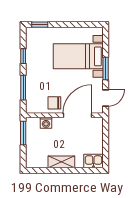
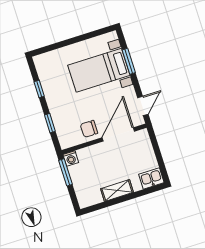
window: (40, 25) -> (46, 49), removed
window: (106, 68) -> (129, 61), moved
window: (23, 88) -> (50, 123), width x0.67
washing machine: (46, 123) -> (71, 158), moved

